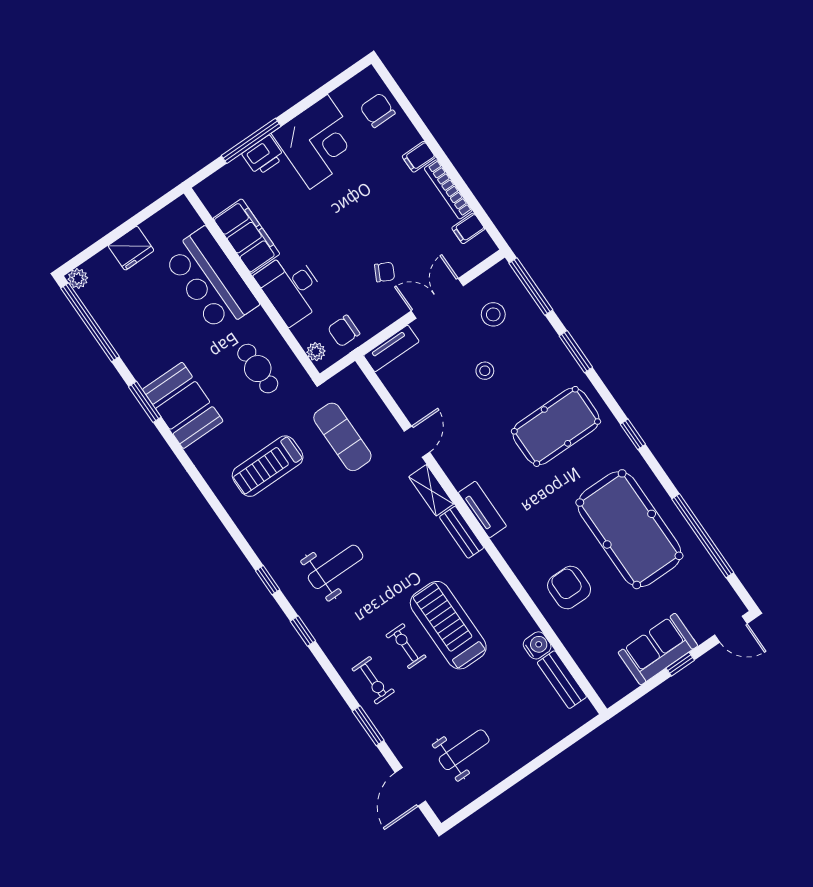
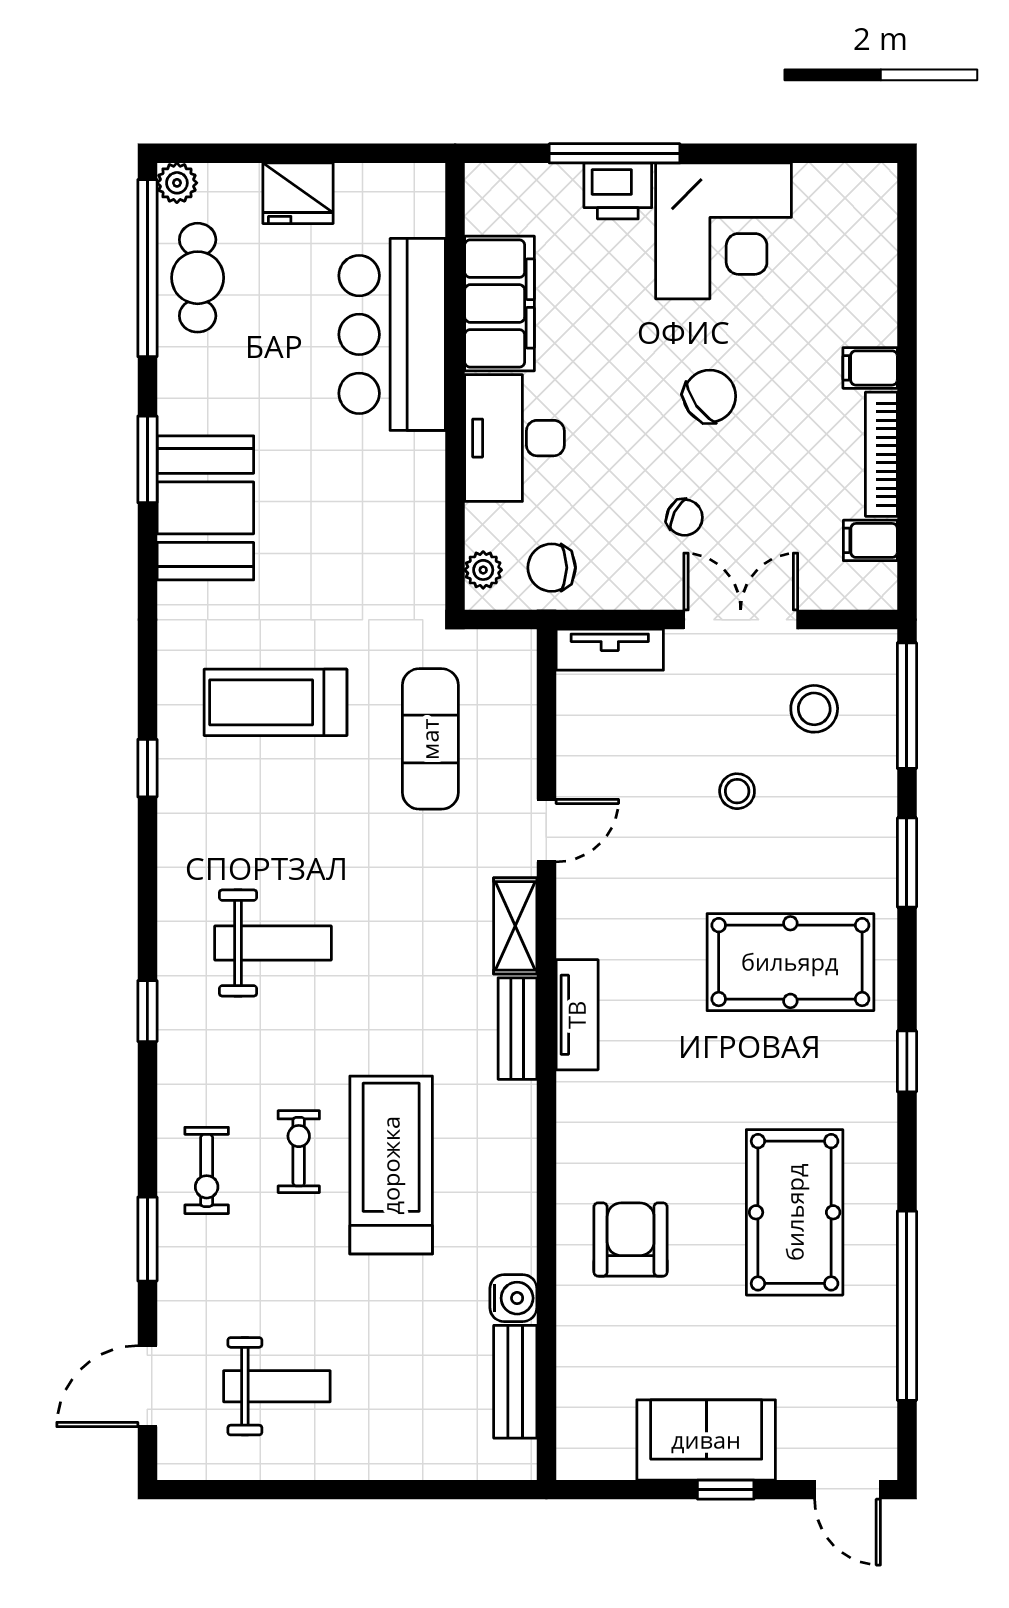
chair: (378, 110) -> (710, 396), moved, turned 54
cafe table: (258, 369) -> (198, 278), moved
pool table: (629, 529) -> (795, 1212), width x0.73, depth x0.76
window: (268, 580) -> (147, 768), moved

